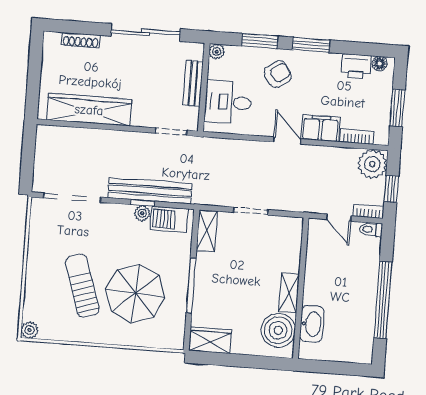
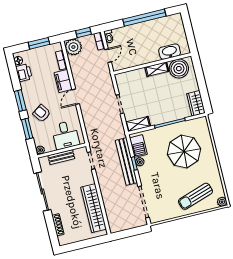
sun lounger: (82, 286) -> (195, 196), moved

